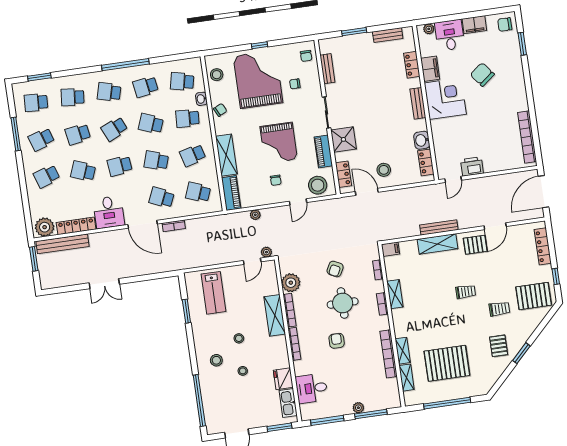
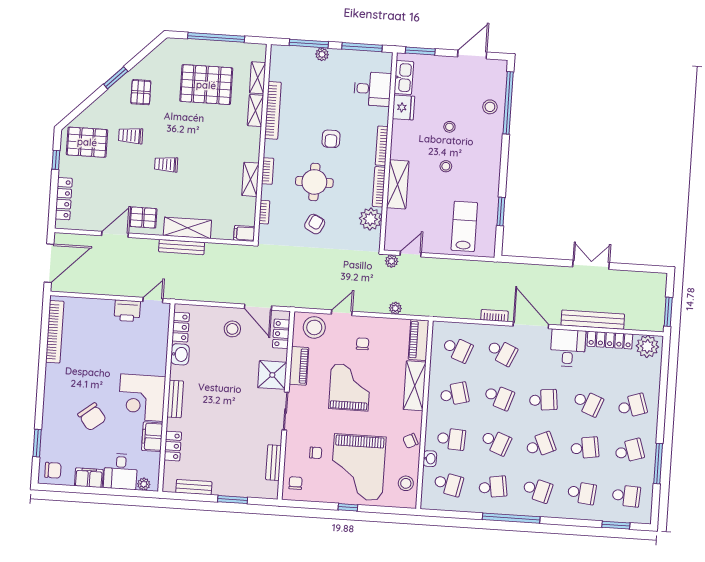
bench: (62, 244) -> (593, 320), moved
stool: (216, 360) -> (490, 107), moved

